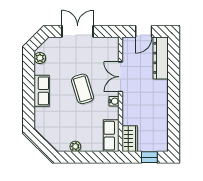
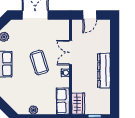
dresser: (161, 58) -> (104, 71), moved

